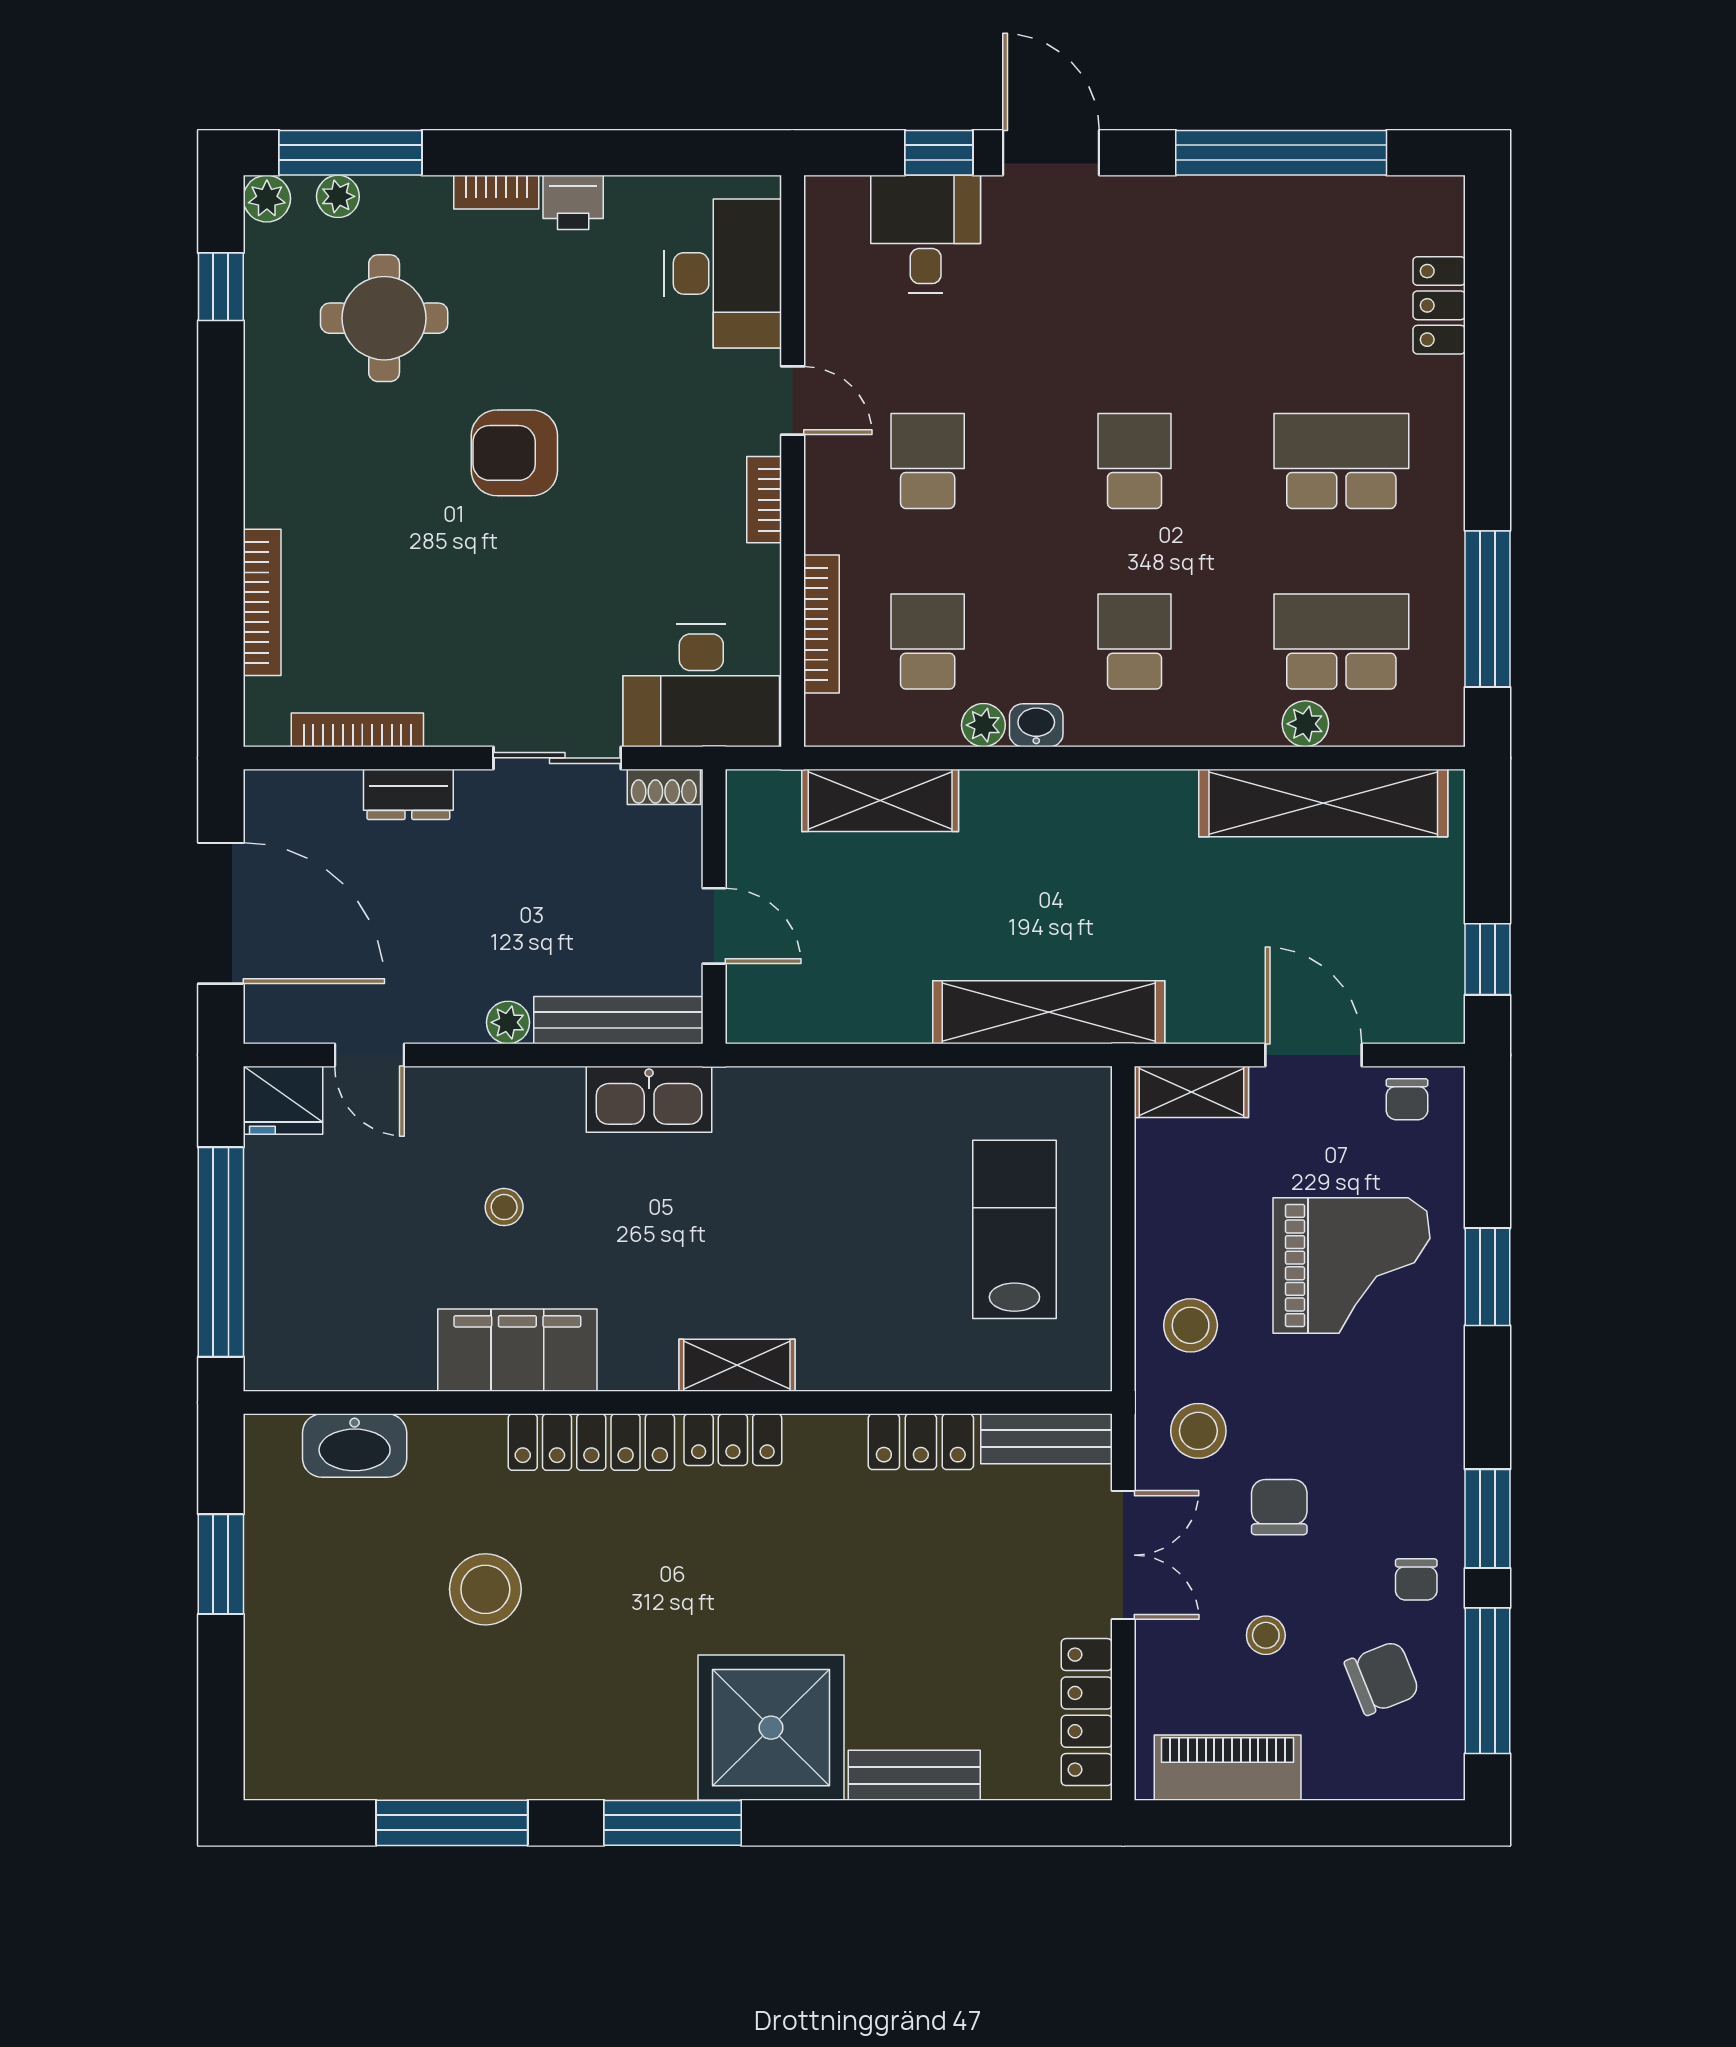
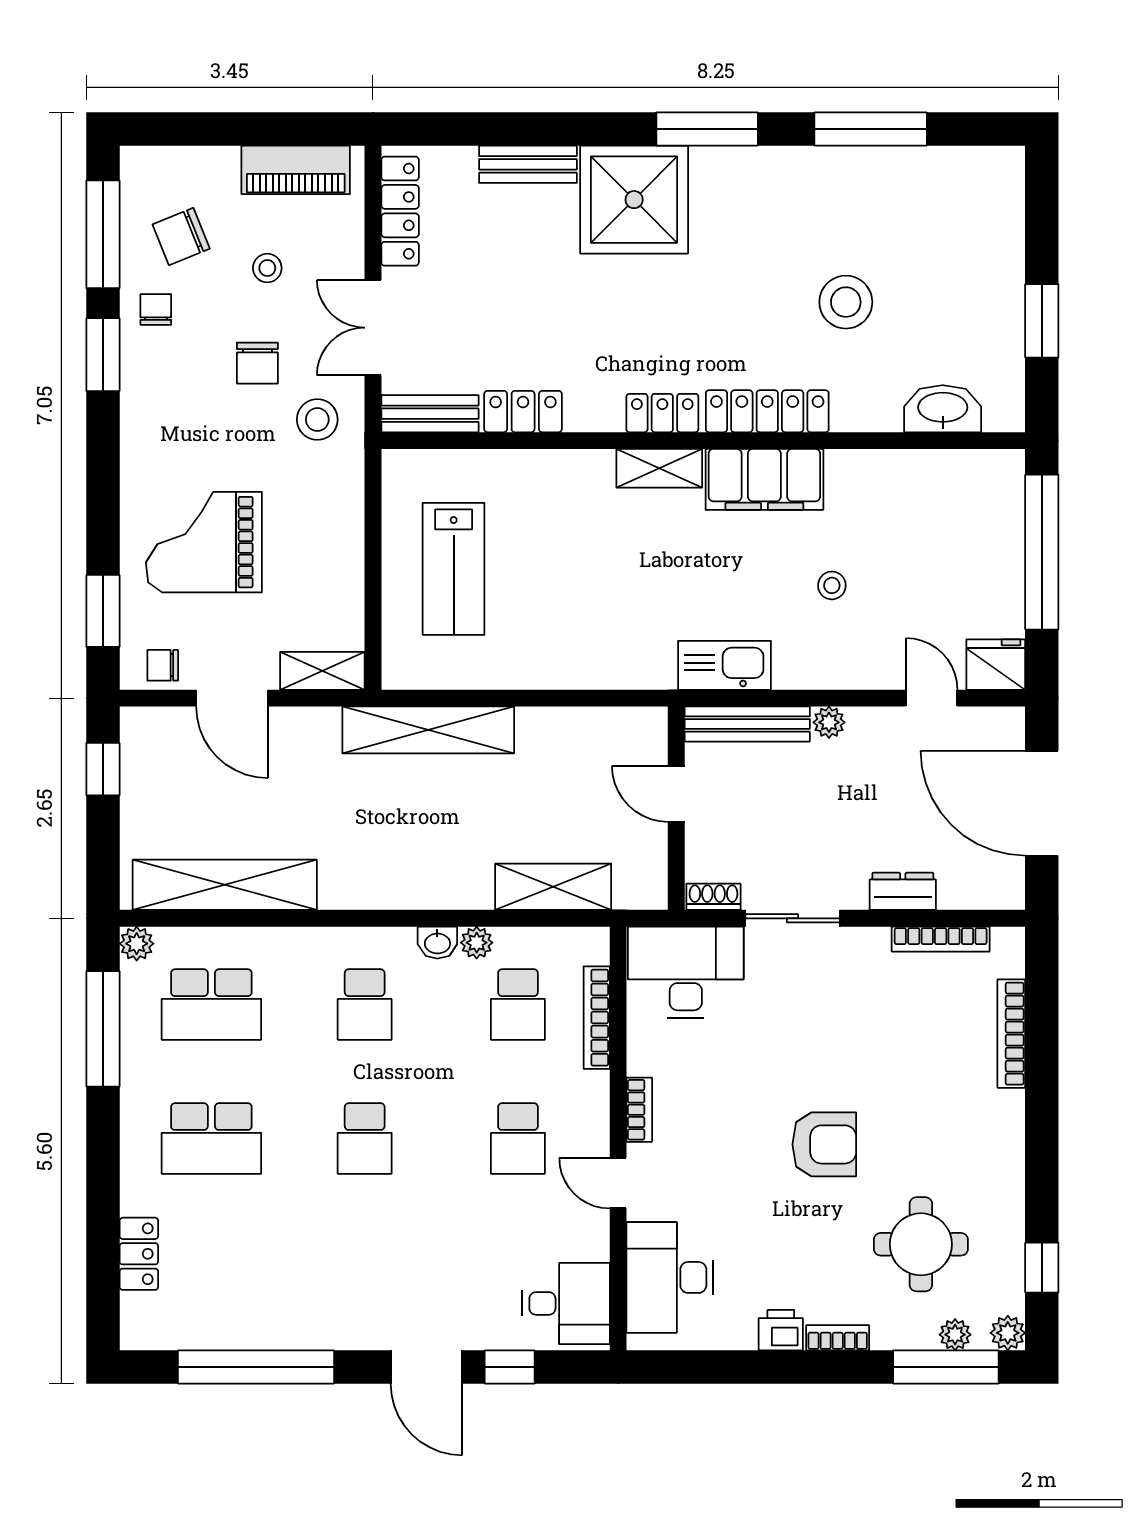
desk: (926, 234) -> (566, 1303), moved, turned -90
plant: (1305, 724) -> (137, 944), moved
chair: (1407, 1099) -> (163, 665), turned -90
window: (1488, 1277) -> (103, 611), moved
stool: (1191, 1325) -> (323, 498), removed
filing cabinet: (517, 1350) -> (764, 479), moved

